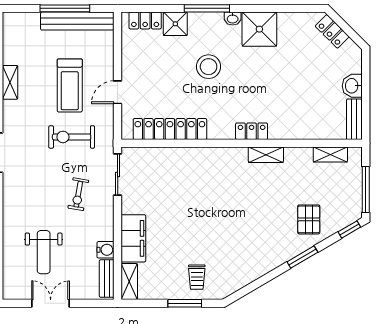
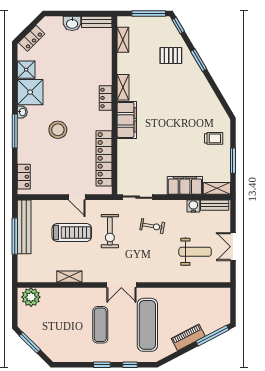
shower: (175, 24) -> (26, 70), moved
filing cabinet: (222, 160) -> (127, 120), added
window: (185, 303) -> (233, 161), moved

